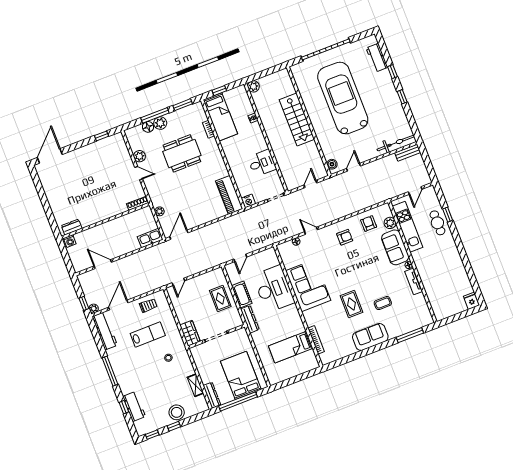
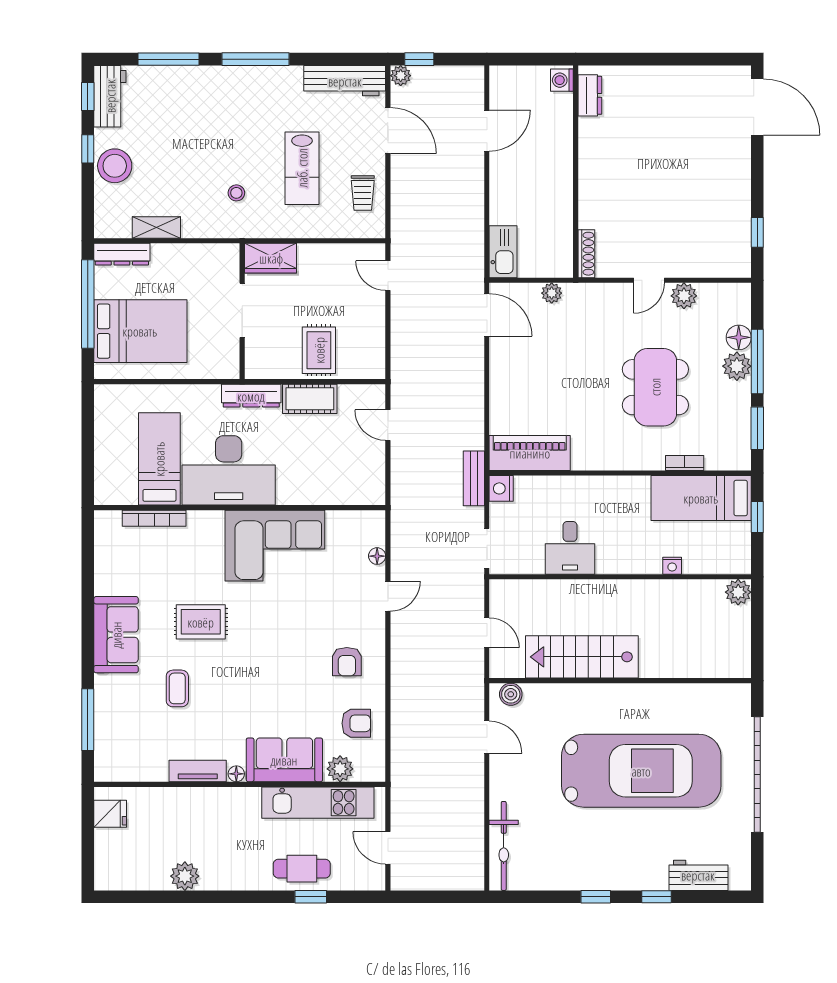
stairs: (297, 120) -> (582, 657), moved
bench: (408, 153) -> (474, 478), moved
plant: (459, 270) -> (185, 876), added
desk: (274, 289) -> (229, 470), moved
rug: (220, 298) -> (319, 350), turned 90
fridge: (471, 301) -> (110, 814), moved
workbench: (134, 406) -> (110, 96), moved, turned -90
window: (124, 407) -> (169, 59), width x2.17

